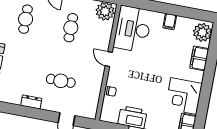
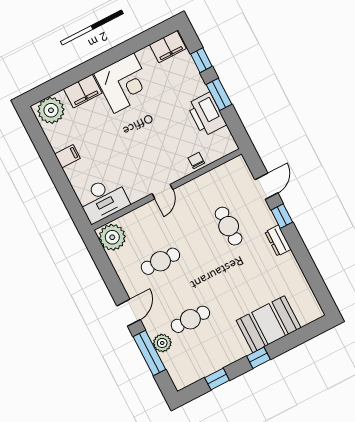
desk: (133, 29) -> (103, 199), width x0.73, depth x0.77
corner desk: (184, 96) -> (124, 83), moved
window: (43, 115) -> (282, 216), added

